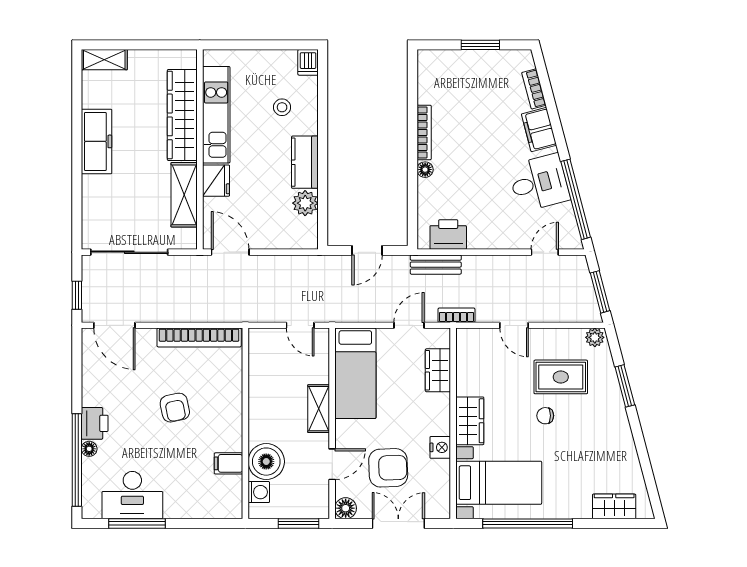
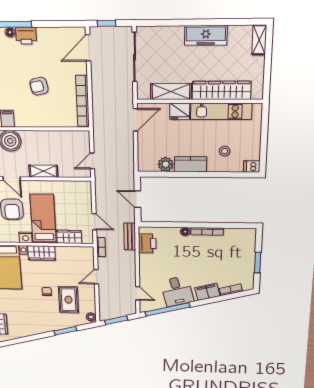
bed: (355, 373) -> (43, 219), moved, turned 90

